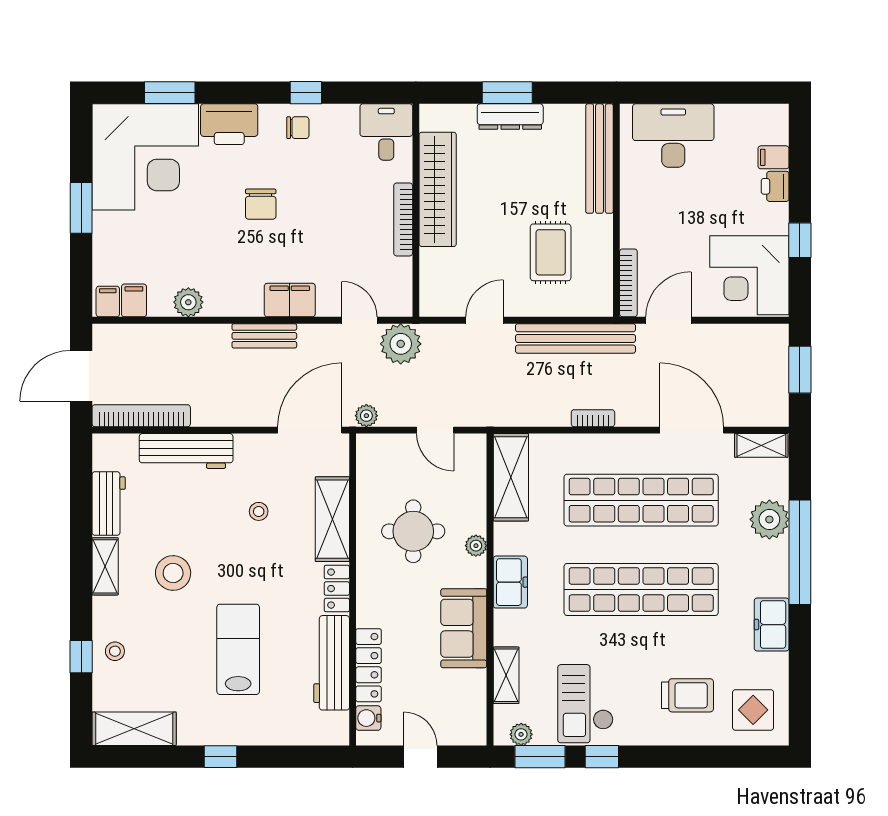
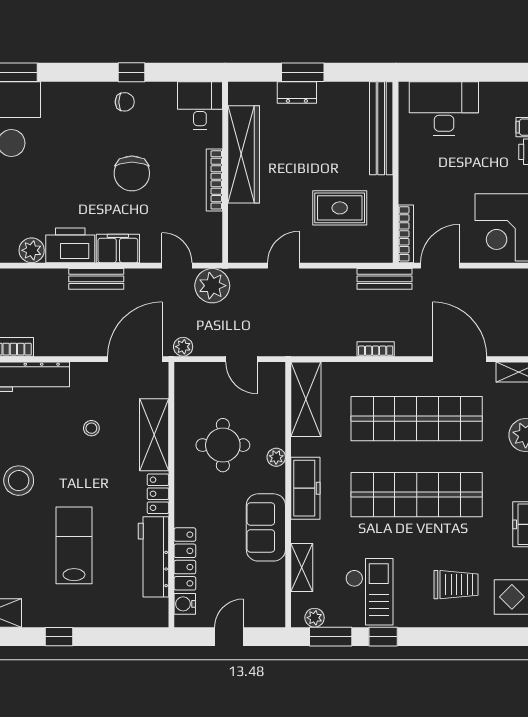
dresser: (510, 117) -> (297, 92), width x0.70
printer: (229, 124) -> (70, 245), moved, turned 180
chair: (261, 204) -> (132, 173), moved, width x1.37, depth x1.37
rug: (551, 252) -> (340, 208), turned 90
bench: (575, 338) -> (384, 279), width x0.54, depth x0.82
freezer: (510, 582) -> (305, 488), width x1.40
checkout: (585, 704) -> (369, 592), turned 180
door: (420, 757) -> (229, 637), hinge flipped

